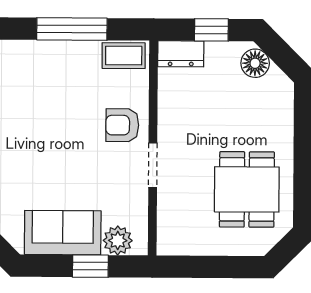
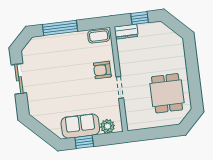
window: (72, 29) -> (60, 28), moved
floor lamp: (255, 63) -> (163, 31), removed
window: (90, 266) -> (84, 142), moved

